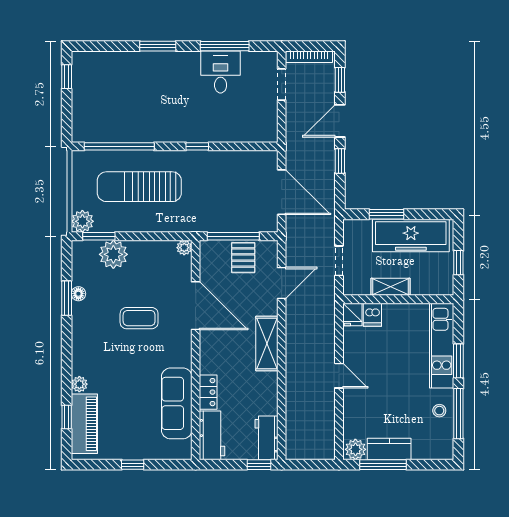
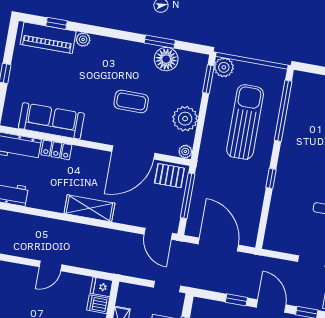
door: (282, 192) -> (218, 244), swing flipped
plant: (113, 254) -> (185, 119), moved
pallet: (243, 258) -> (169, 176), moved
doorway: (339, 261) -> (167, 287), moved
door: (282, 283) -> (158, 234), moved
floor lamp: (78, 294) -> (166, 59), width x1.89, depth x1.89
coffee table: (139, 318) -> (131, 101), turned 90

